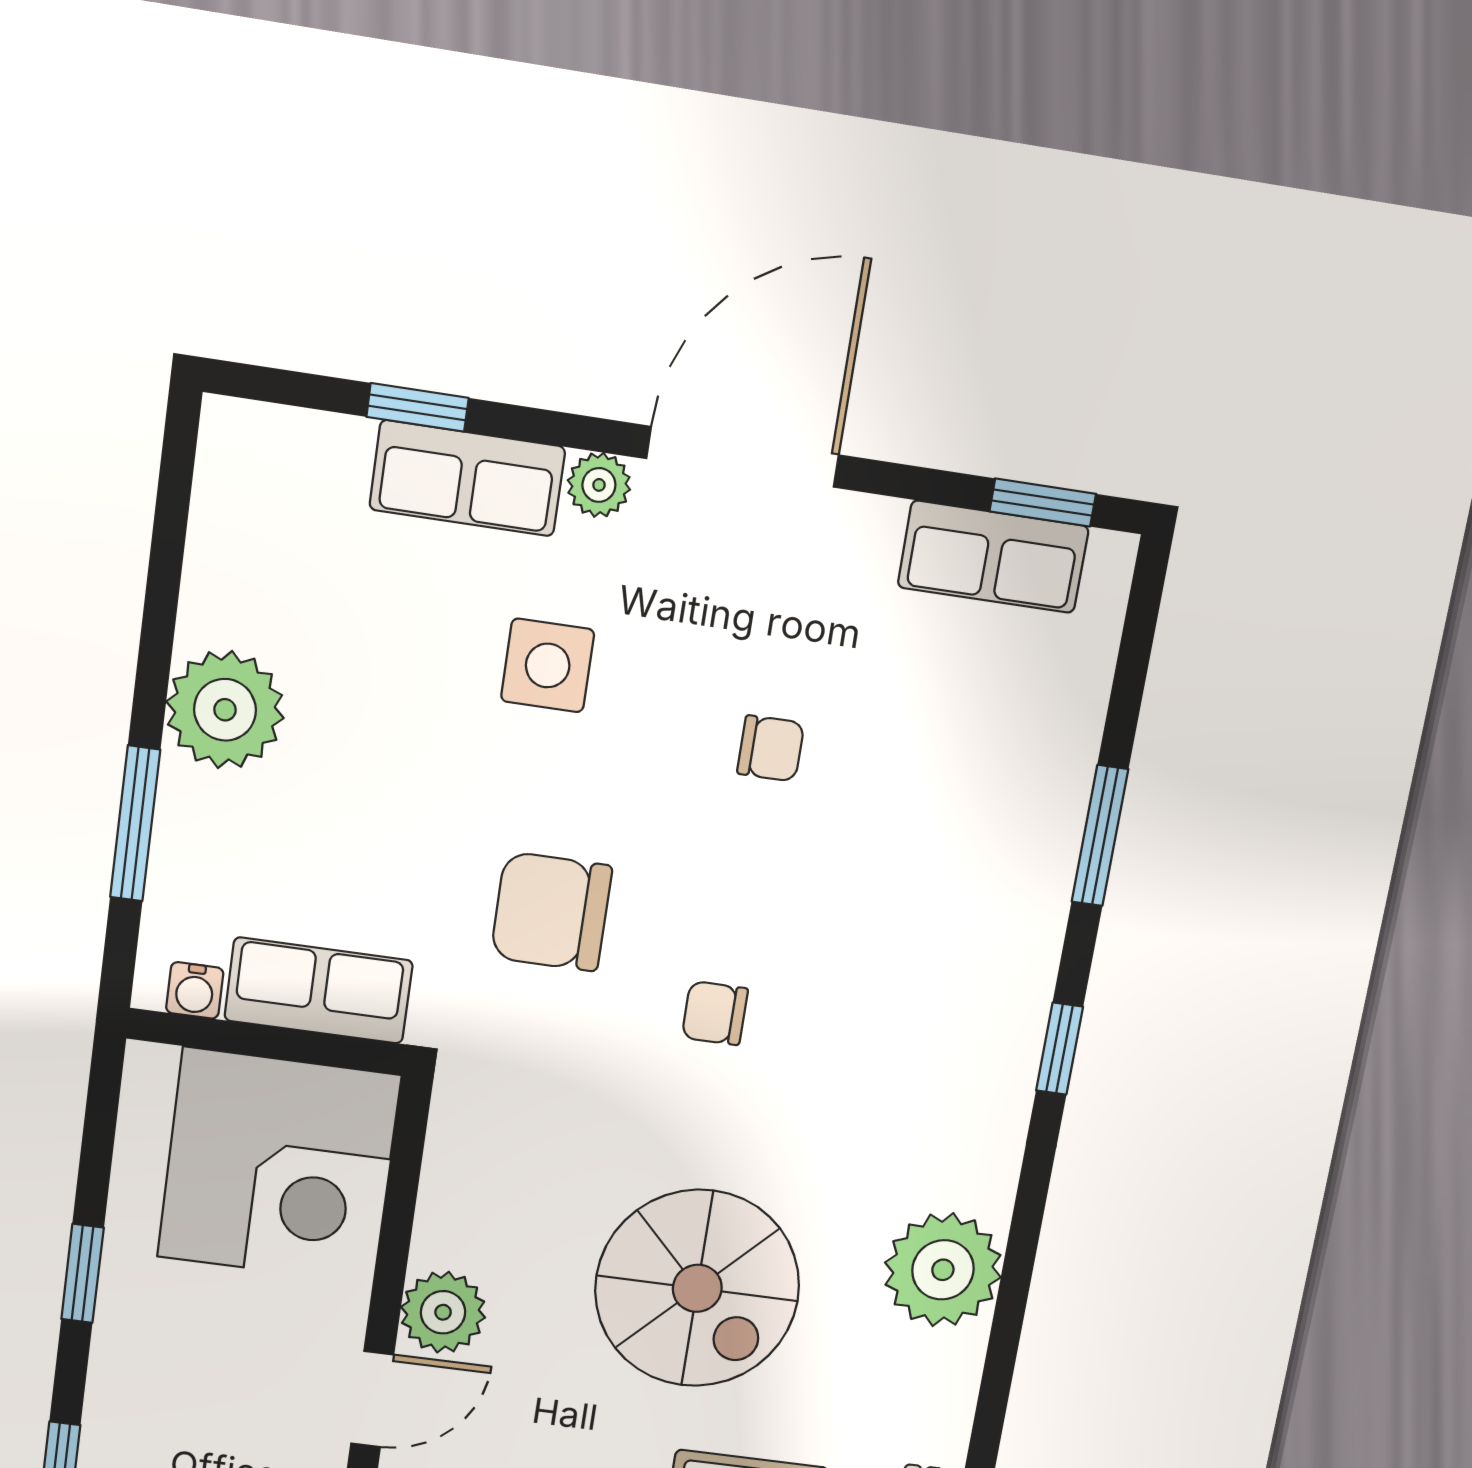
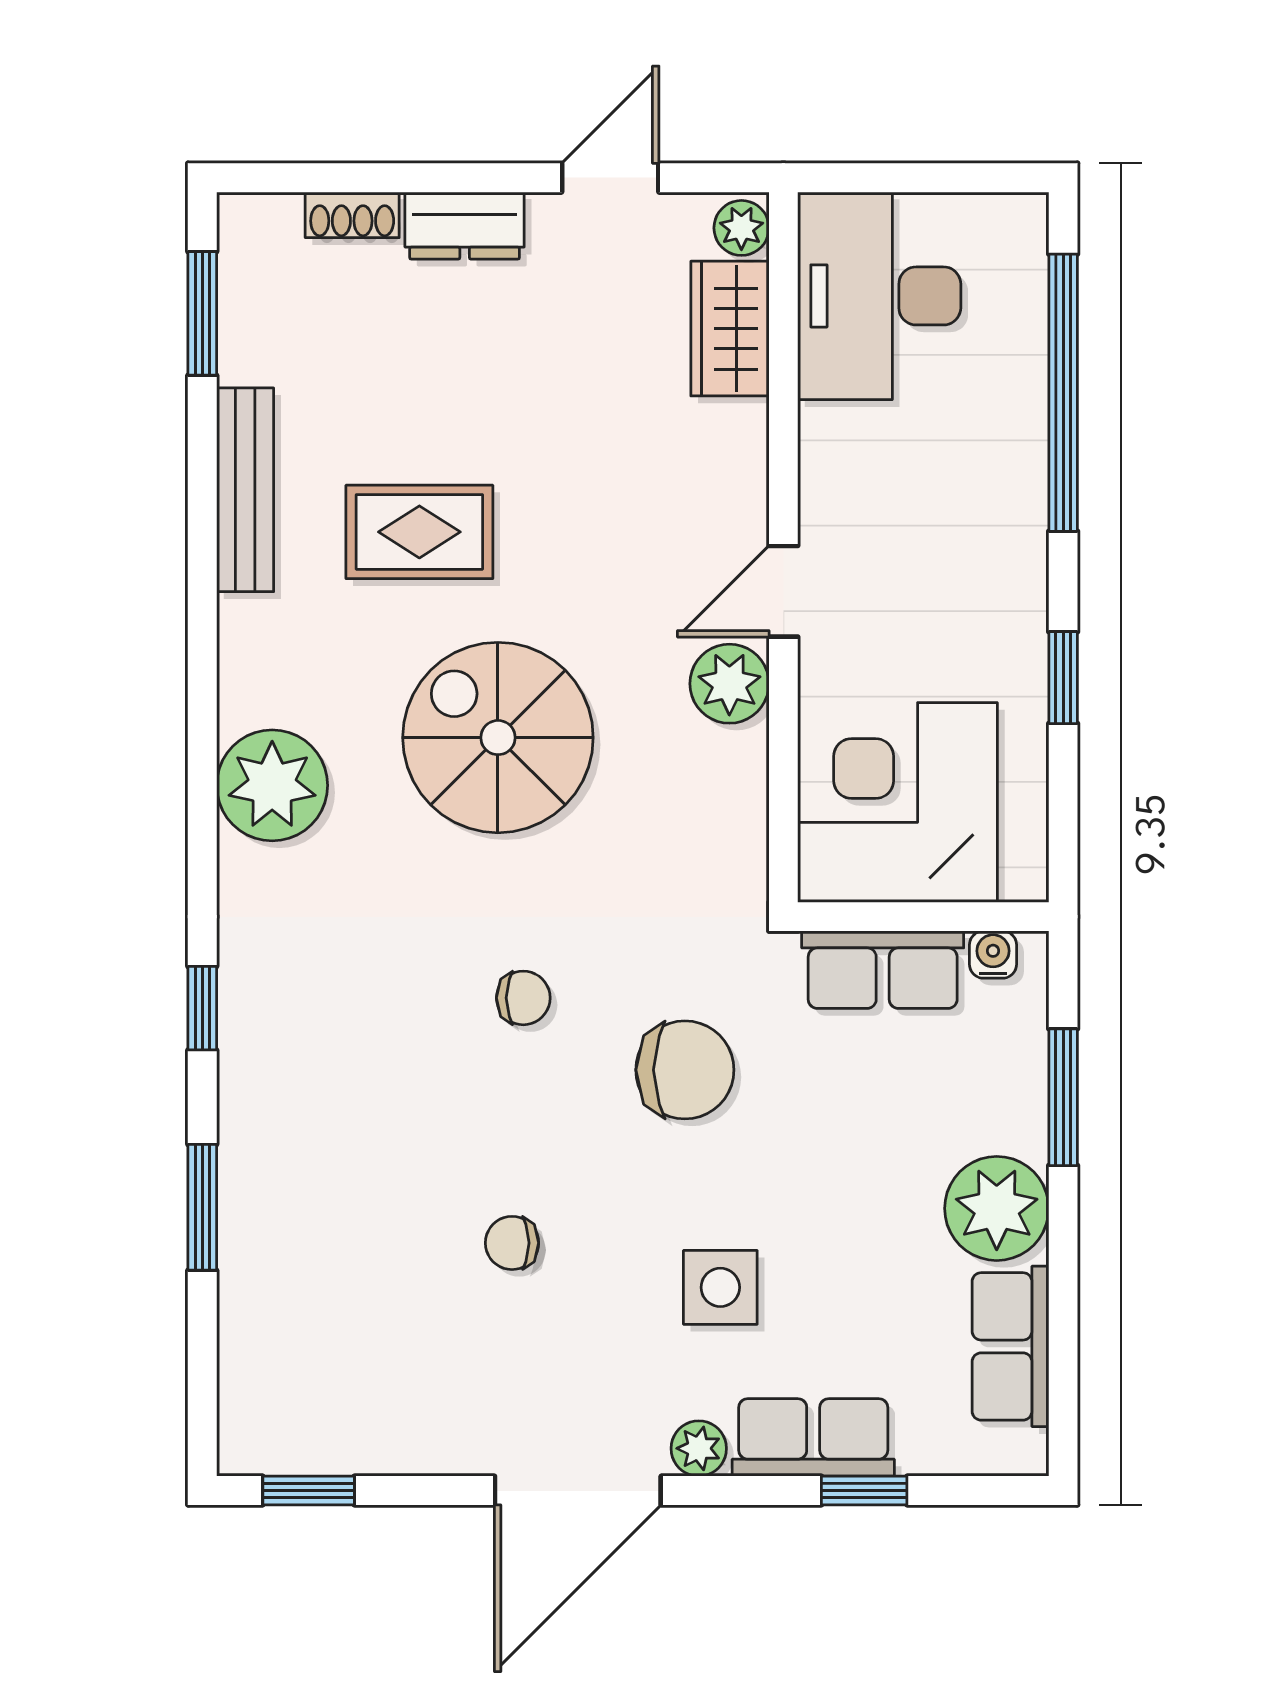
row of seats: (993, 557) -> (1010, 1346), moved, turned -90

